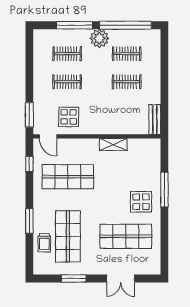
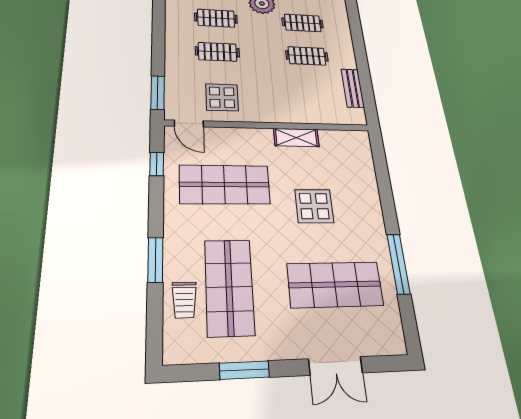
bench: (155, 119) -> (353, 88), moved
window: (164, 190) -> (398, 264), moved
display table: (141, 202) -> (314, 206), moved

